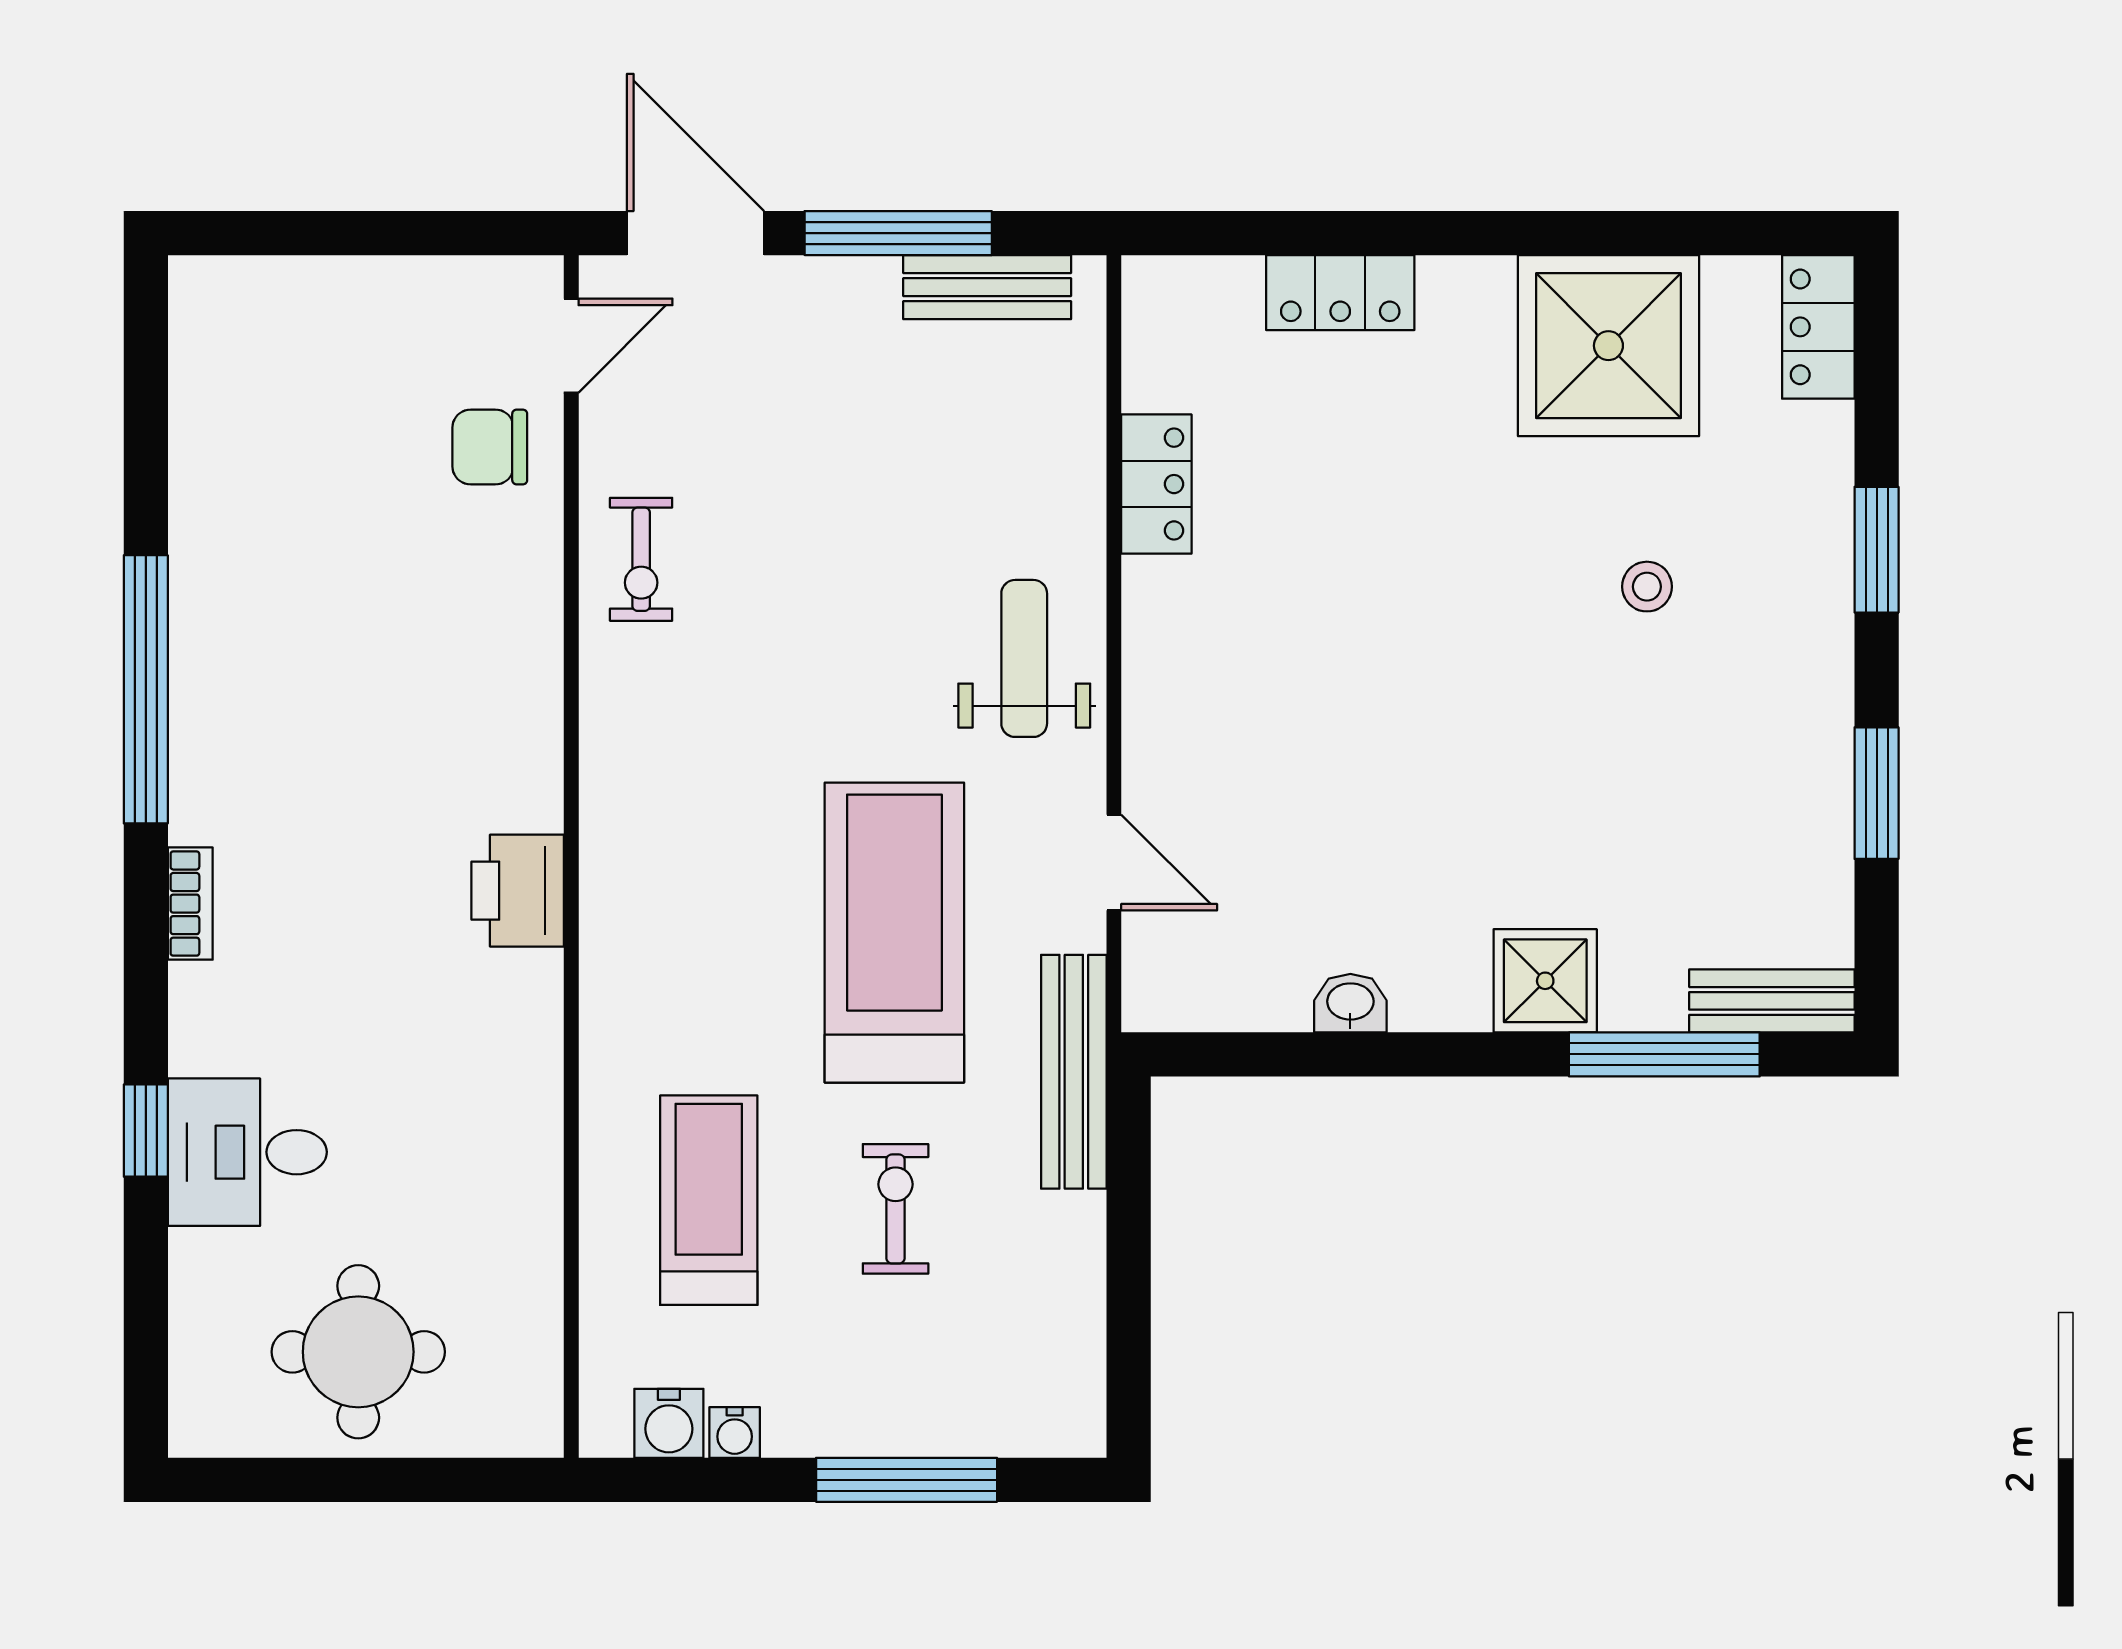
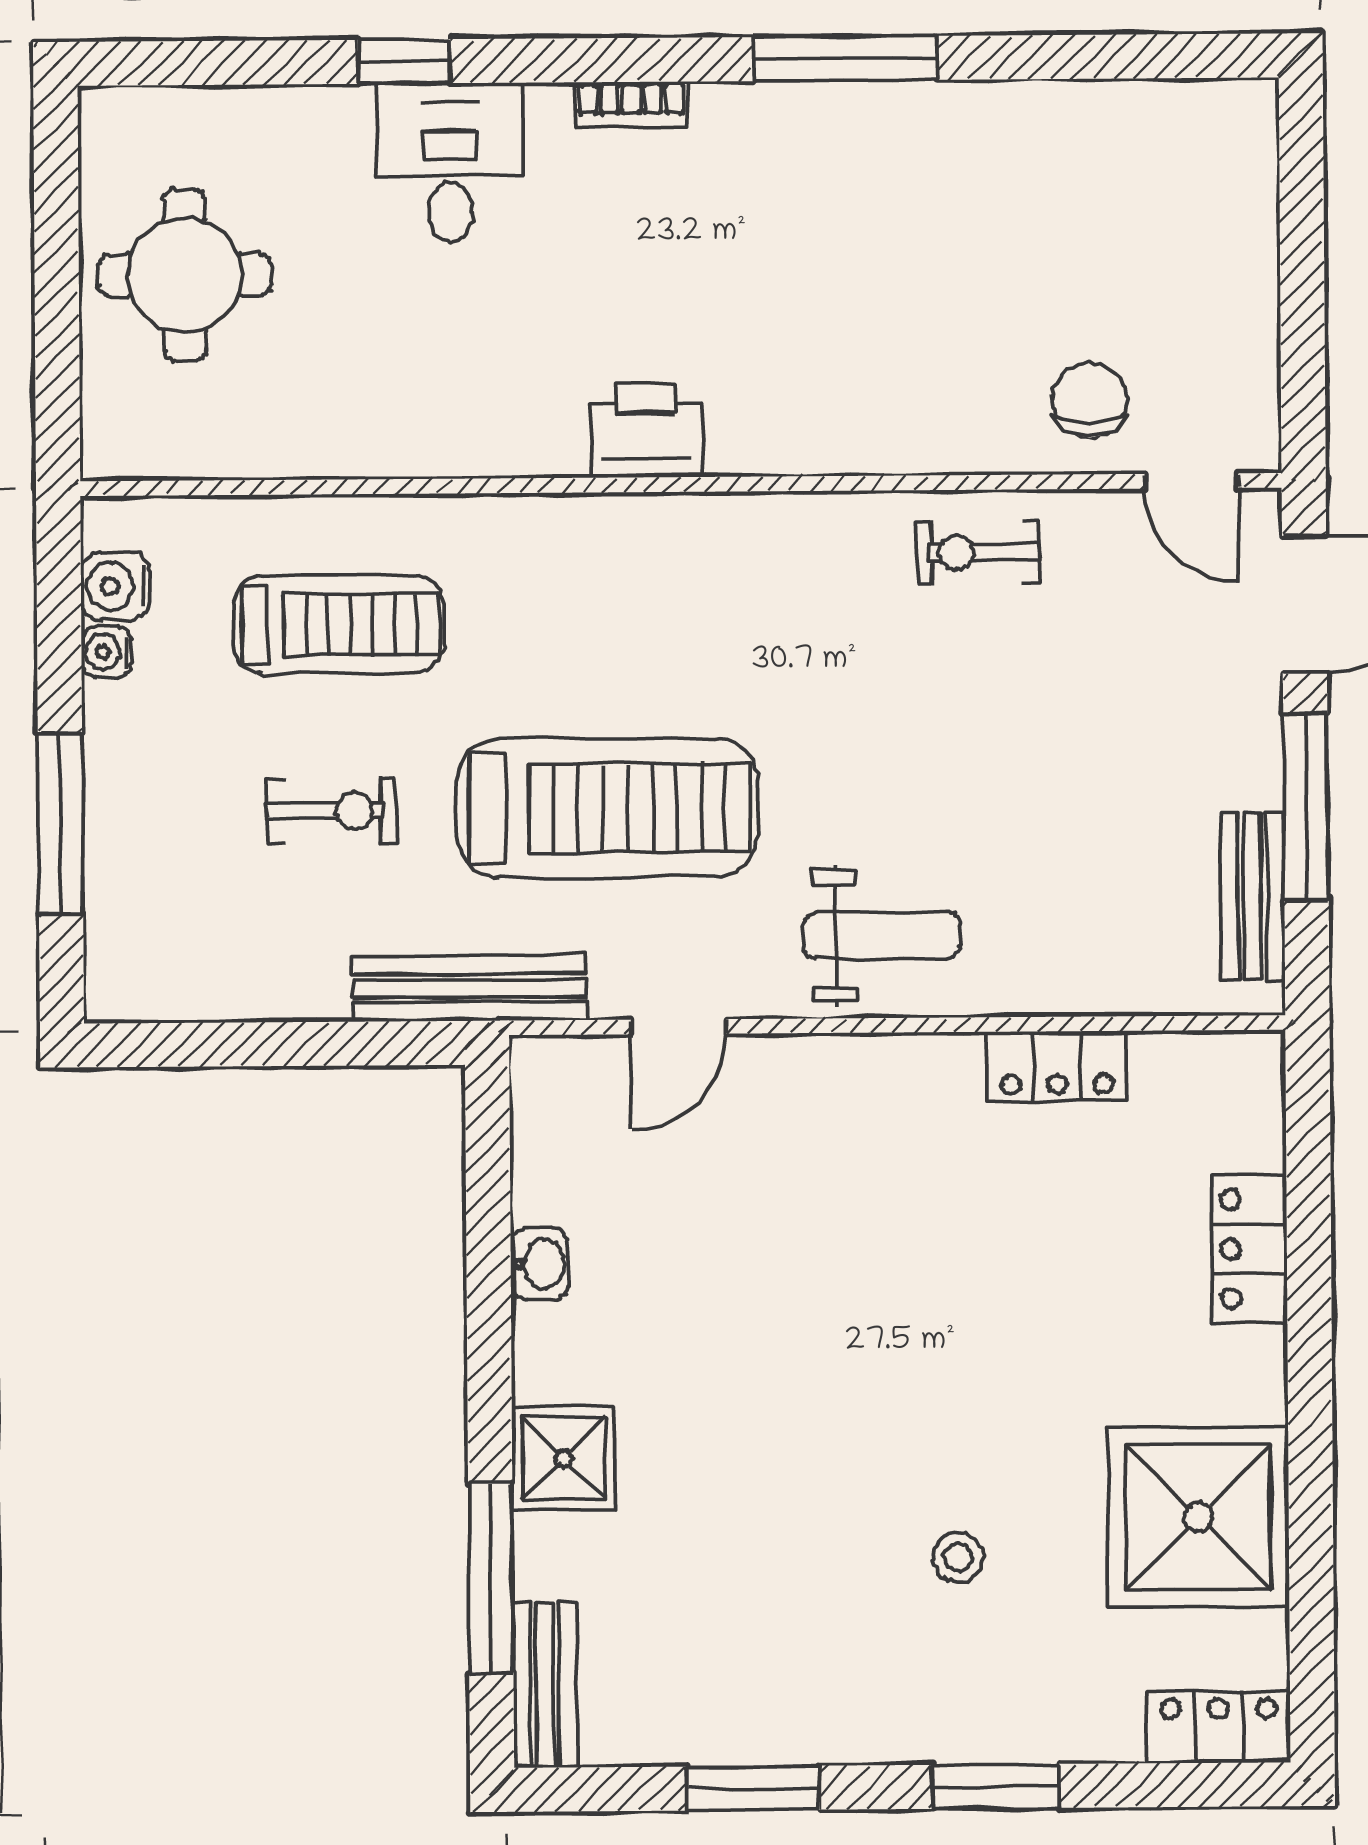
window: (146, 689) -> (845, 58), width x0.68
desk: (247, 1152) -> (450, 163), moved

